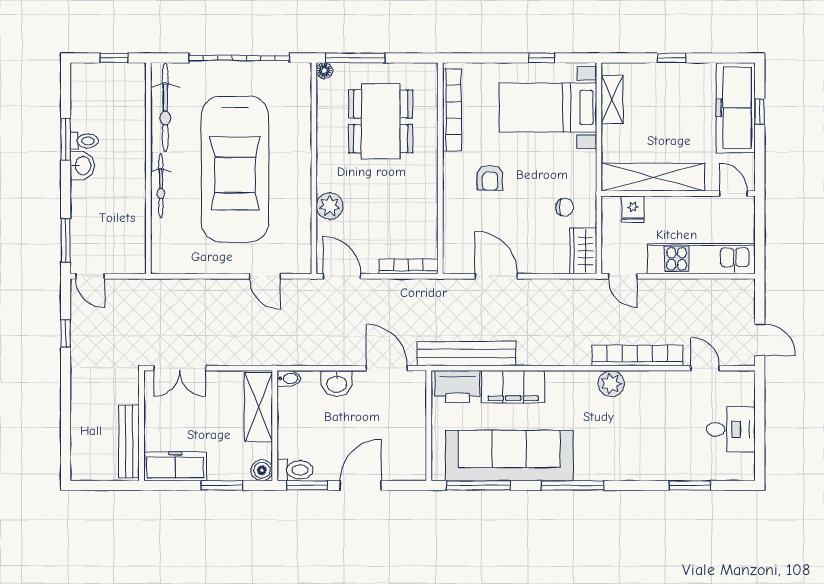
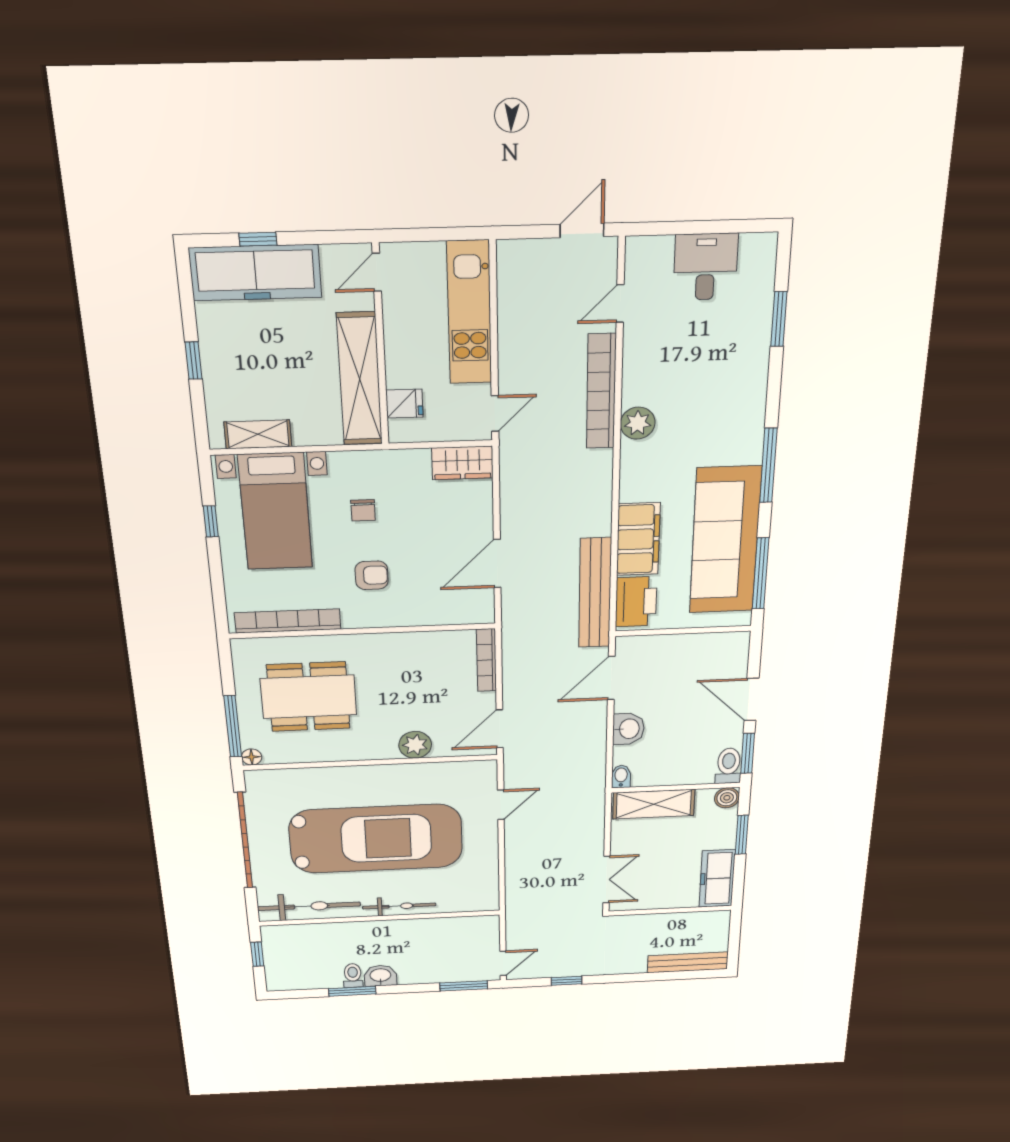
chair: (565, 207) -> (363, 510), moved, turned 180
bench: (129, 441) -> (688, 962), moved

